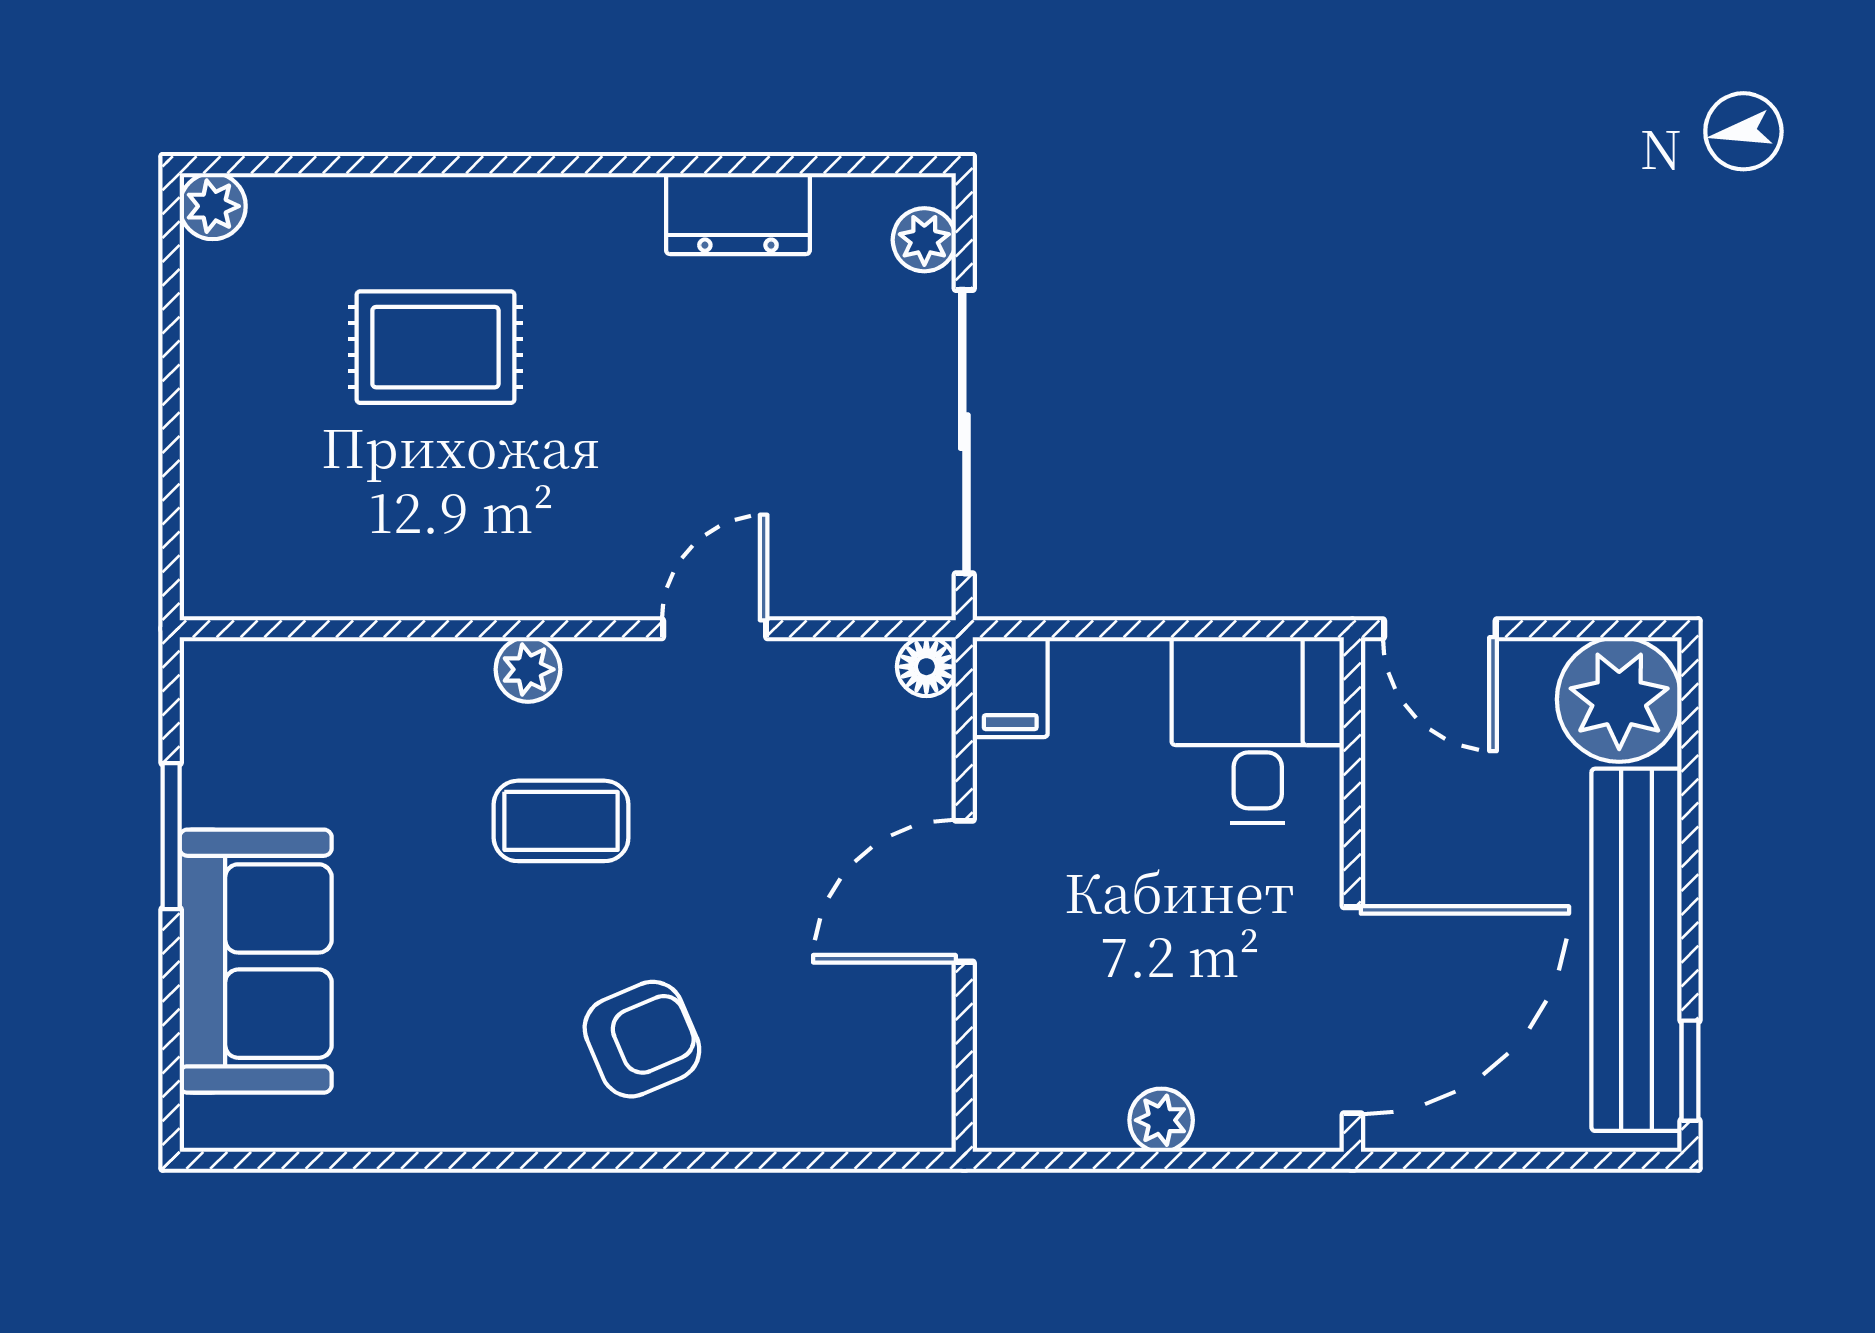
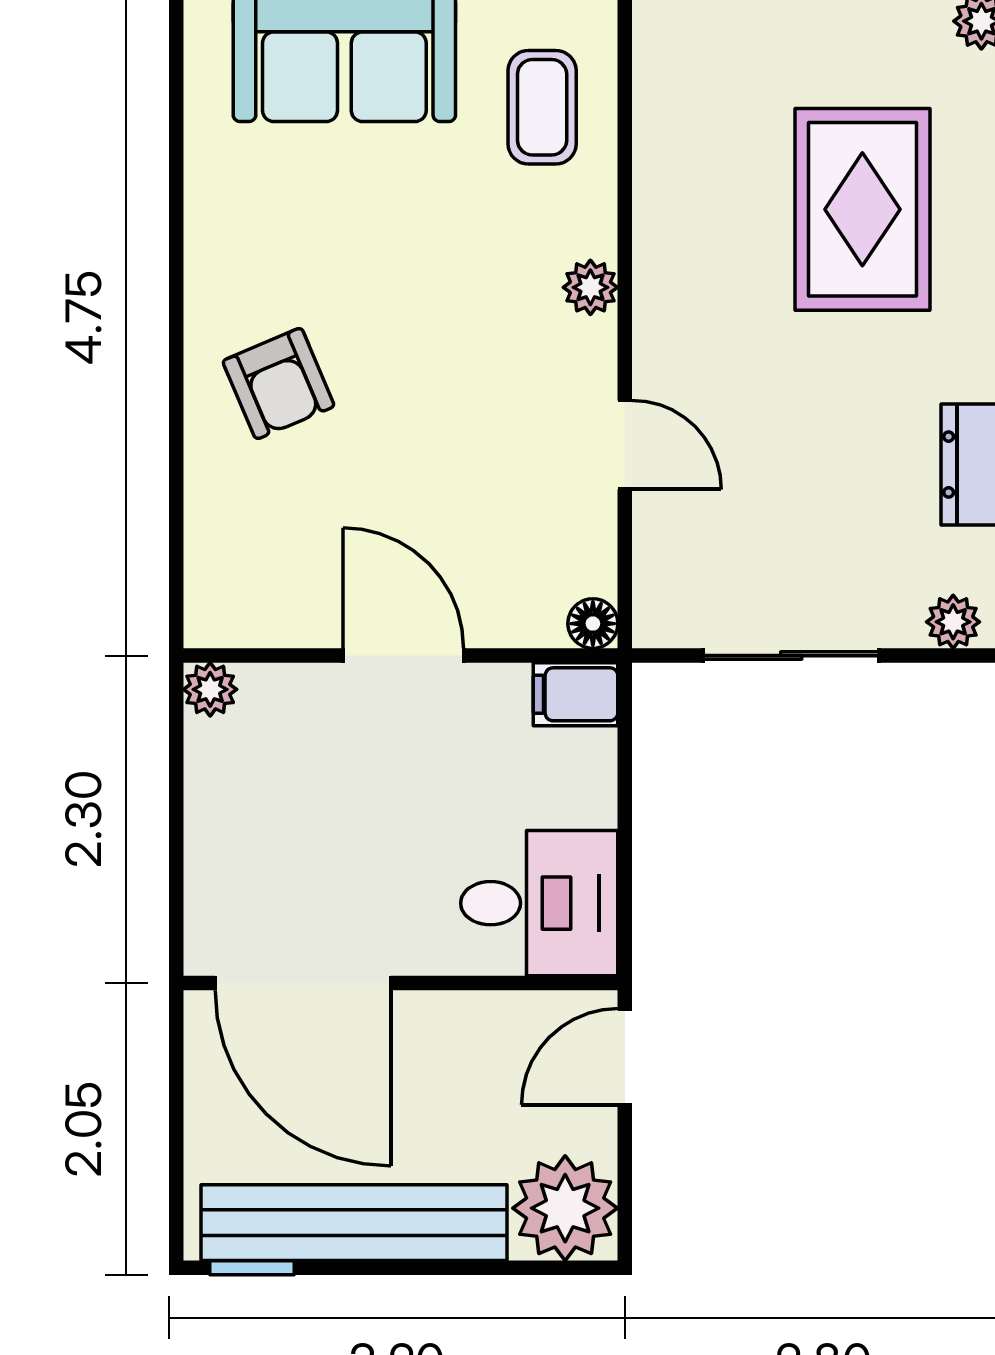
rug: (435, 347) -> (862, 209), width x1.36, depth x1.43
sliding door: (964, 432) -> (791, 656), width x0.73
coffee table: (561, 821) -> (542, 107), moved
plant: (1161, 1120) -> (210, 689), moved

